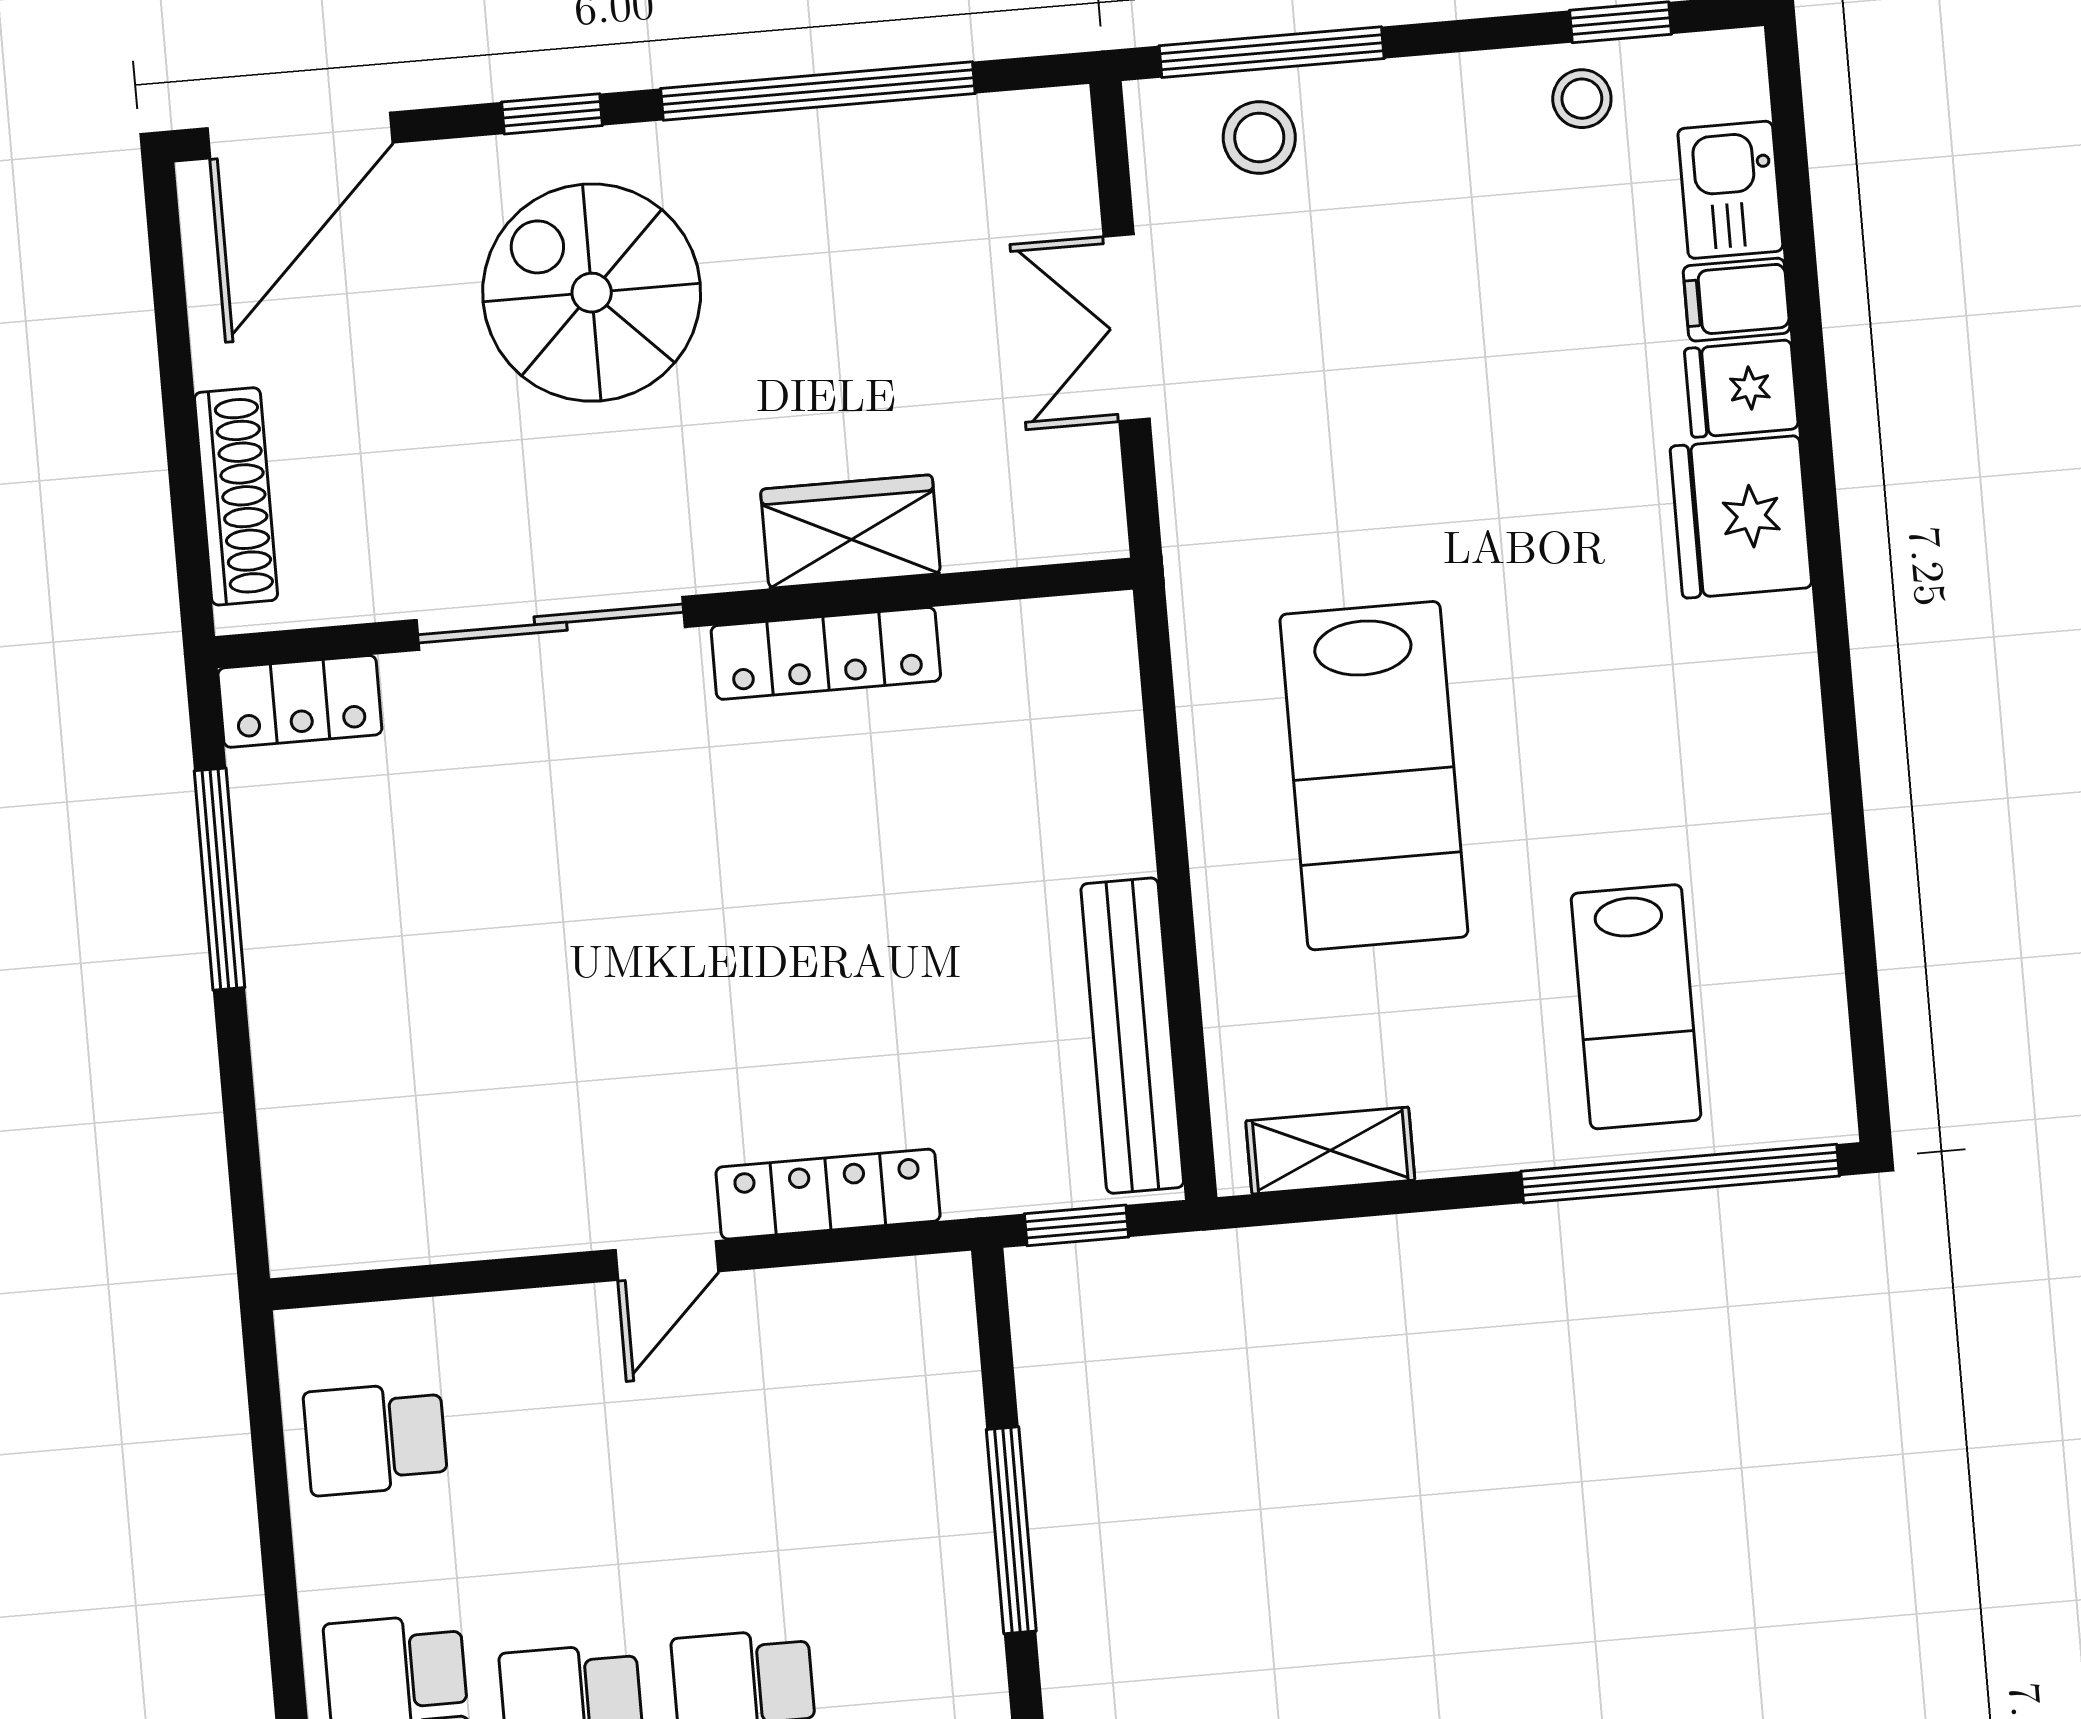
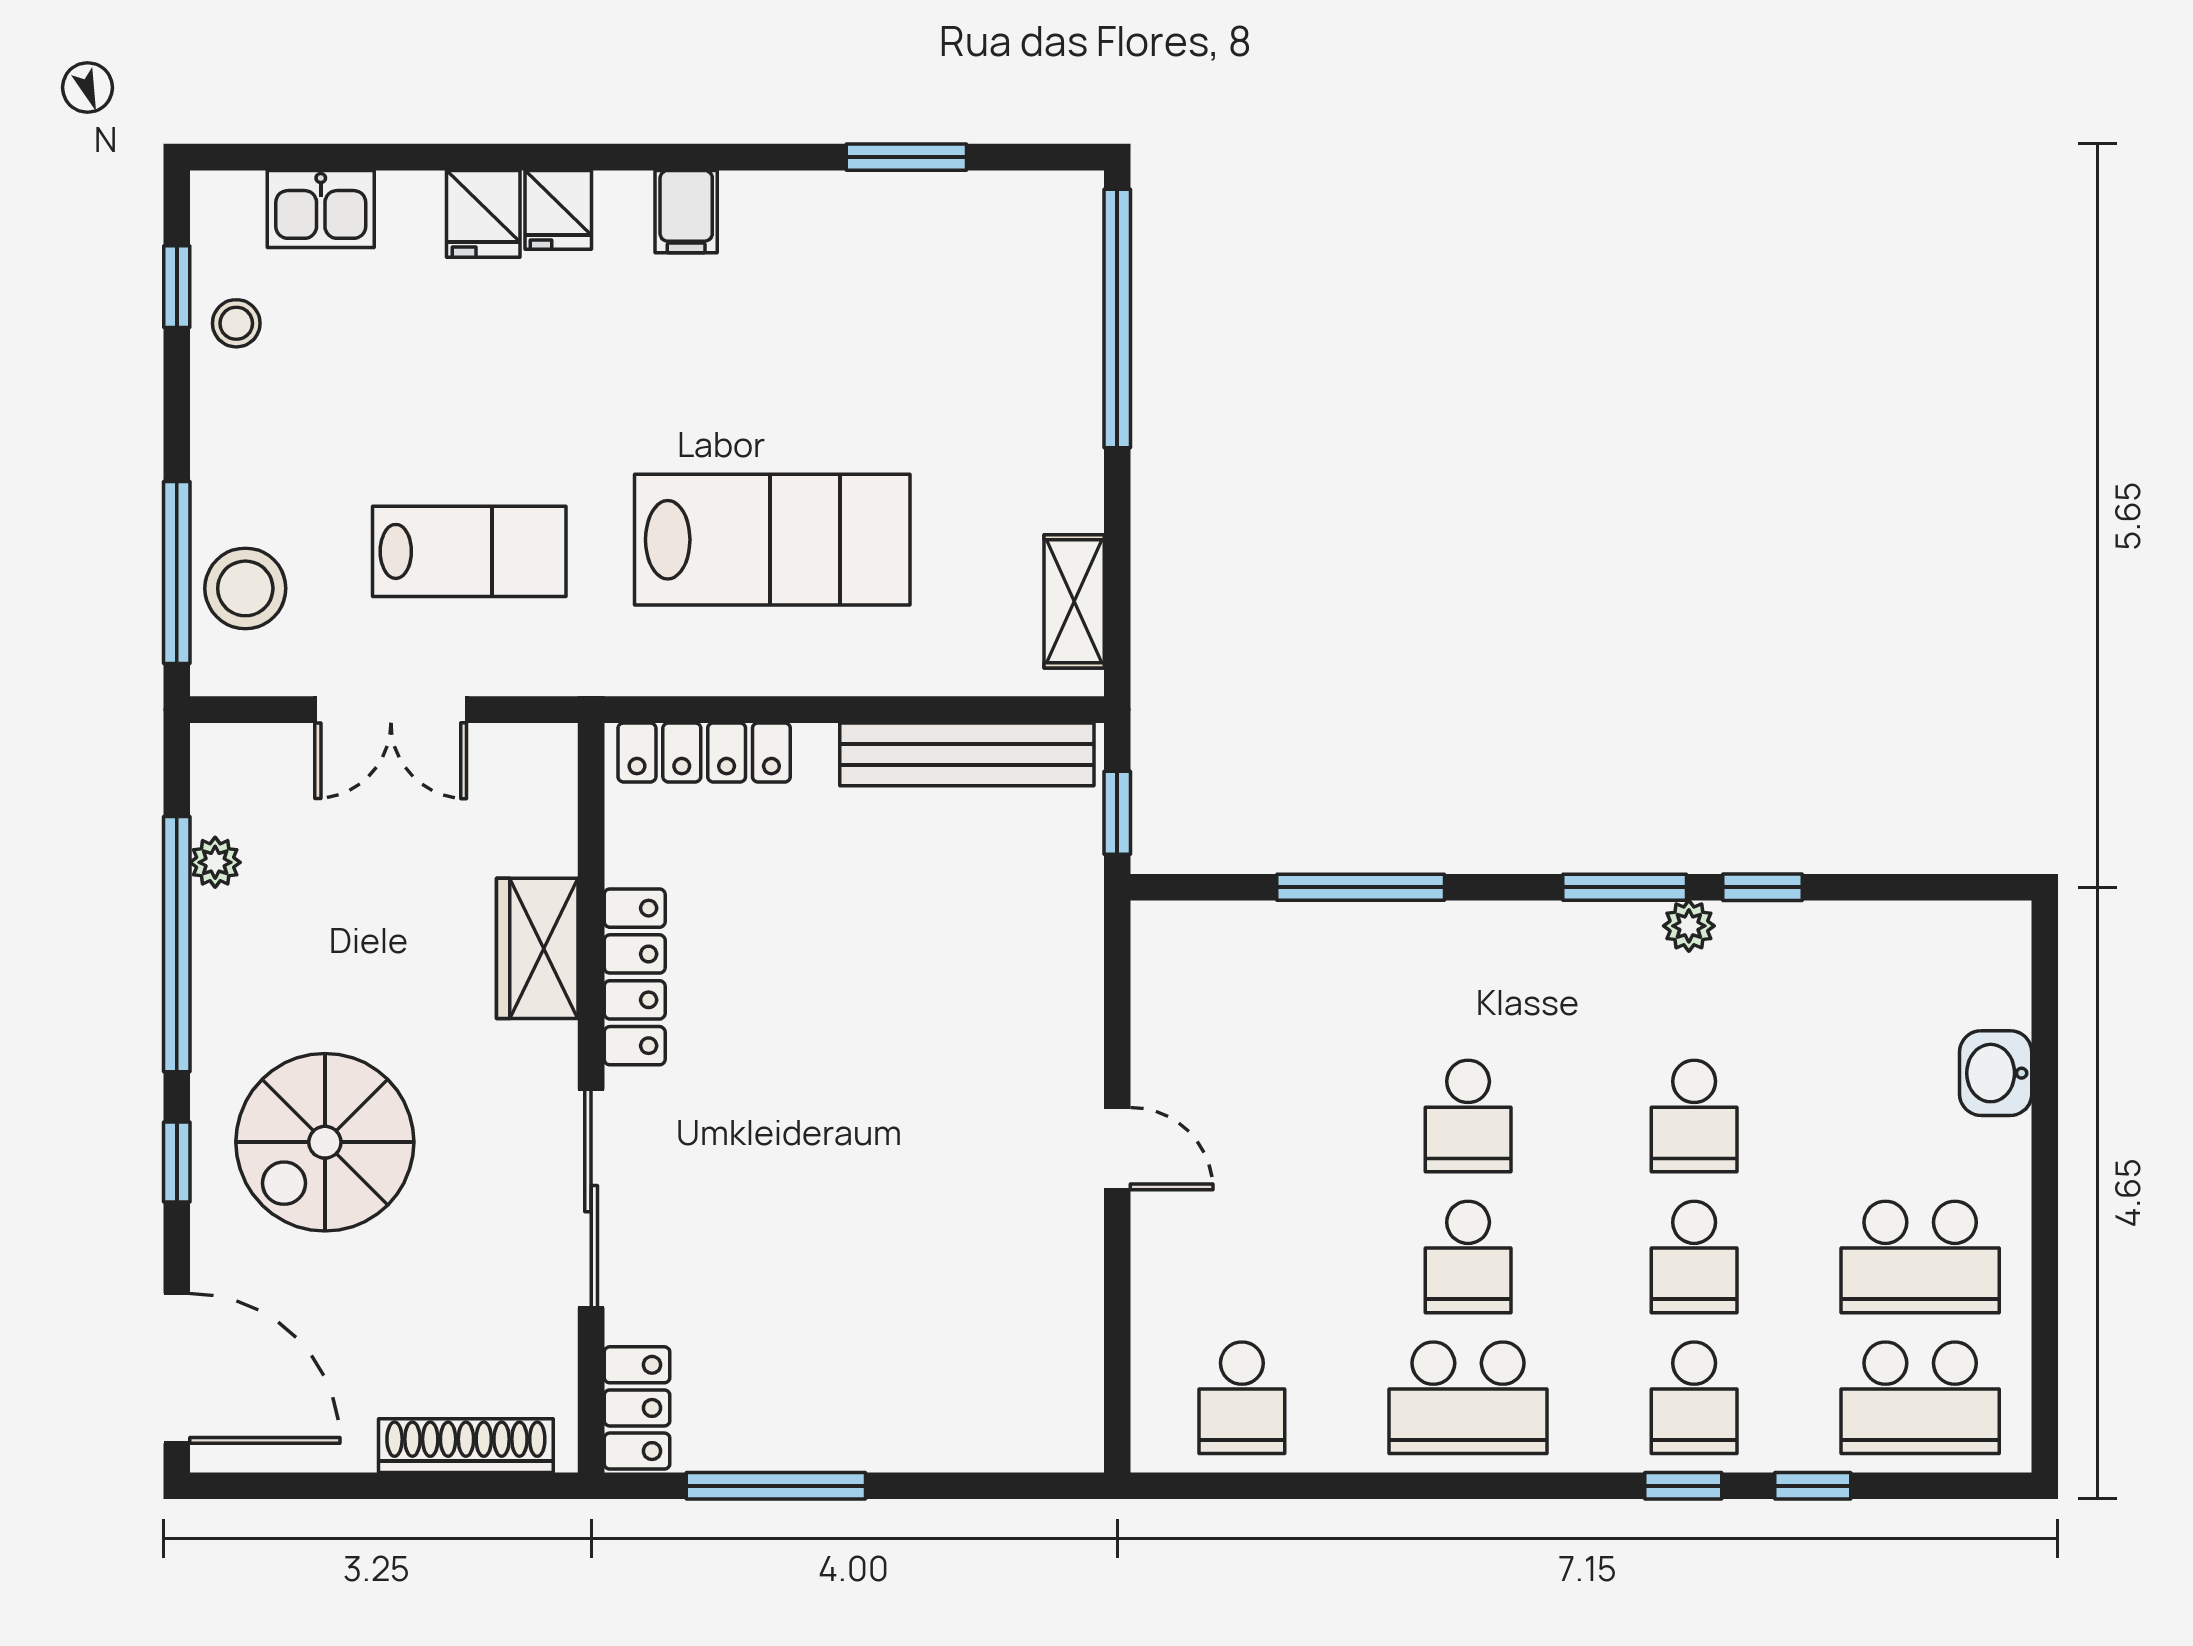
plant: (922, 129) -> (215, 862), added
stool: (1259, 137) -> (245, 588), width x1.38, depth x1.38
filing cabinet: (1737, 300) -> (686, 212), moved
fridge: (1741, 517) -> (558, 210), width x0.53, depth x0.75
window: (1855, 899) -> (906, 157), added
lab bench: (1636, 1007) -> (469, 551), moved
locker: (828, 1194) -> (704, 752), moved, turned -90

